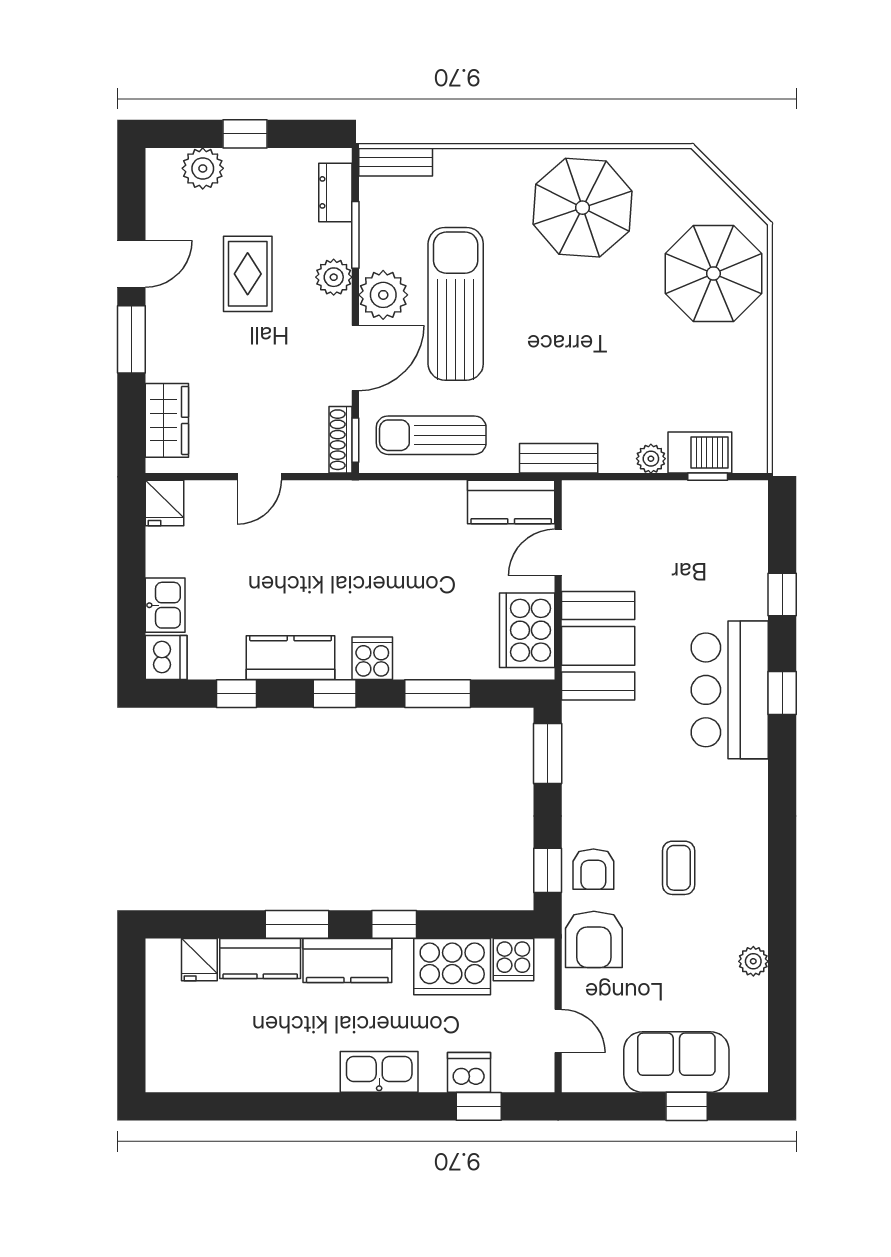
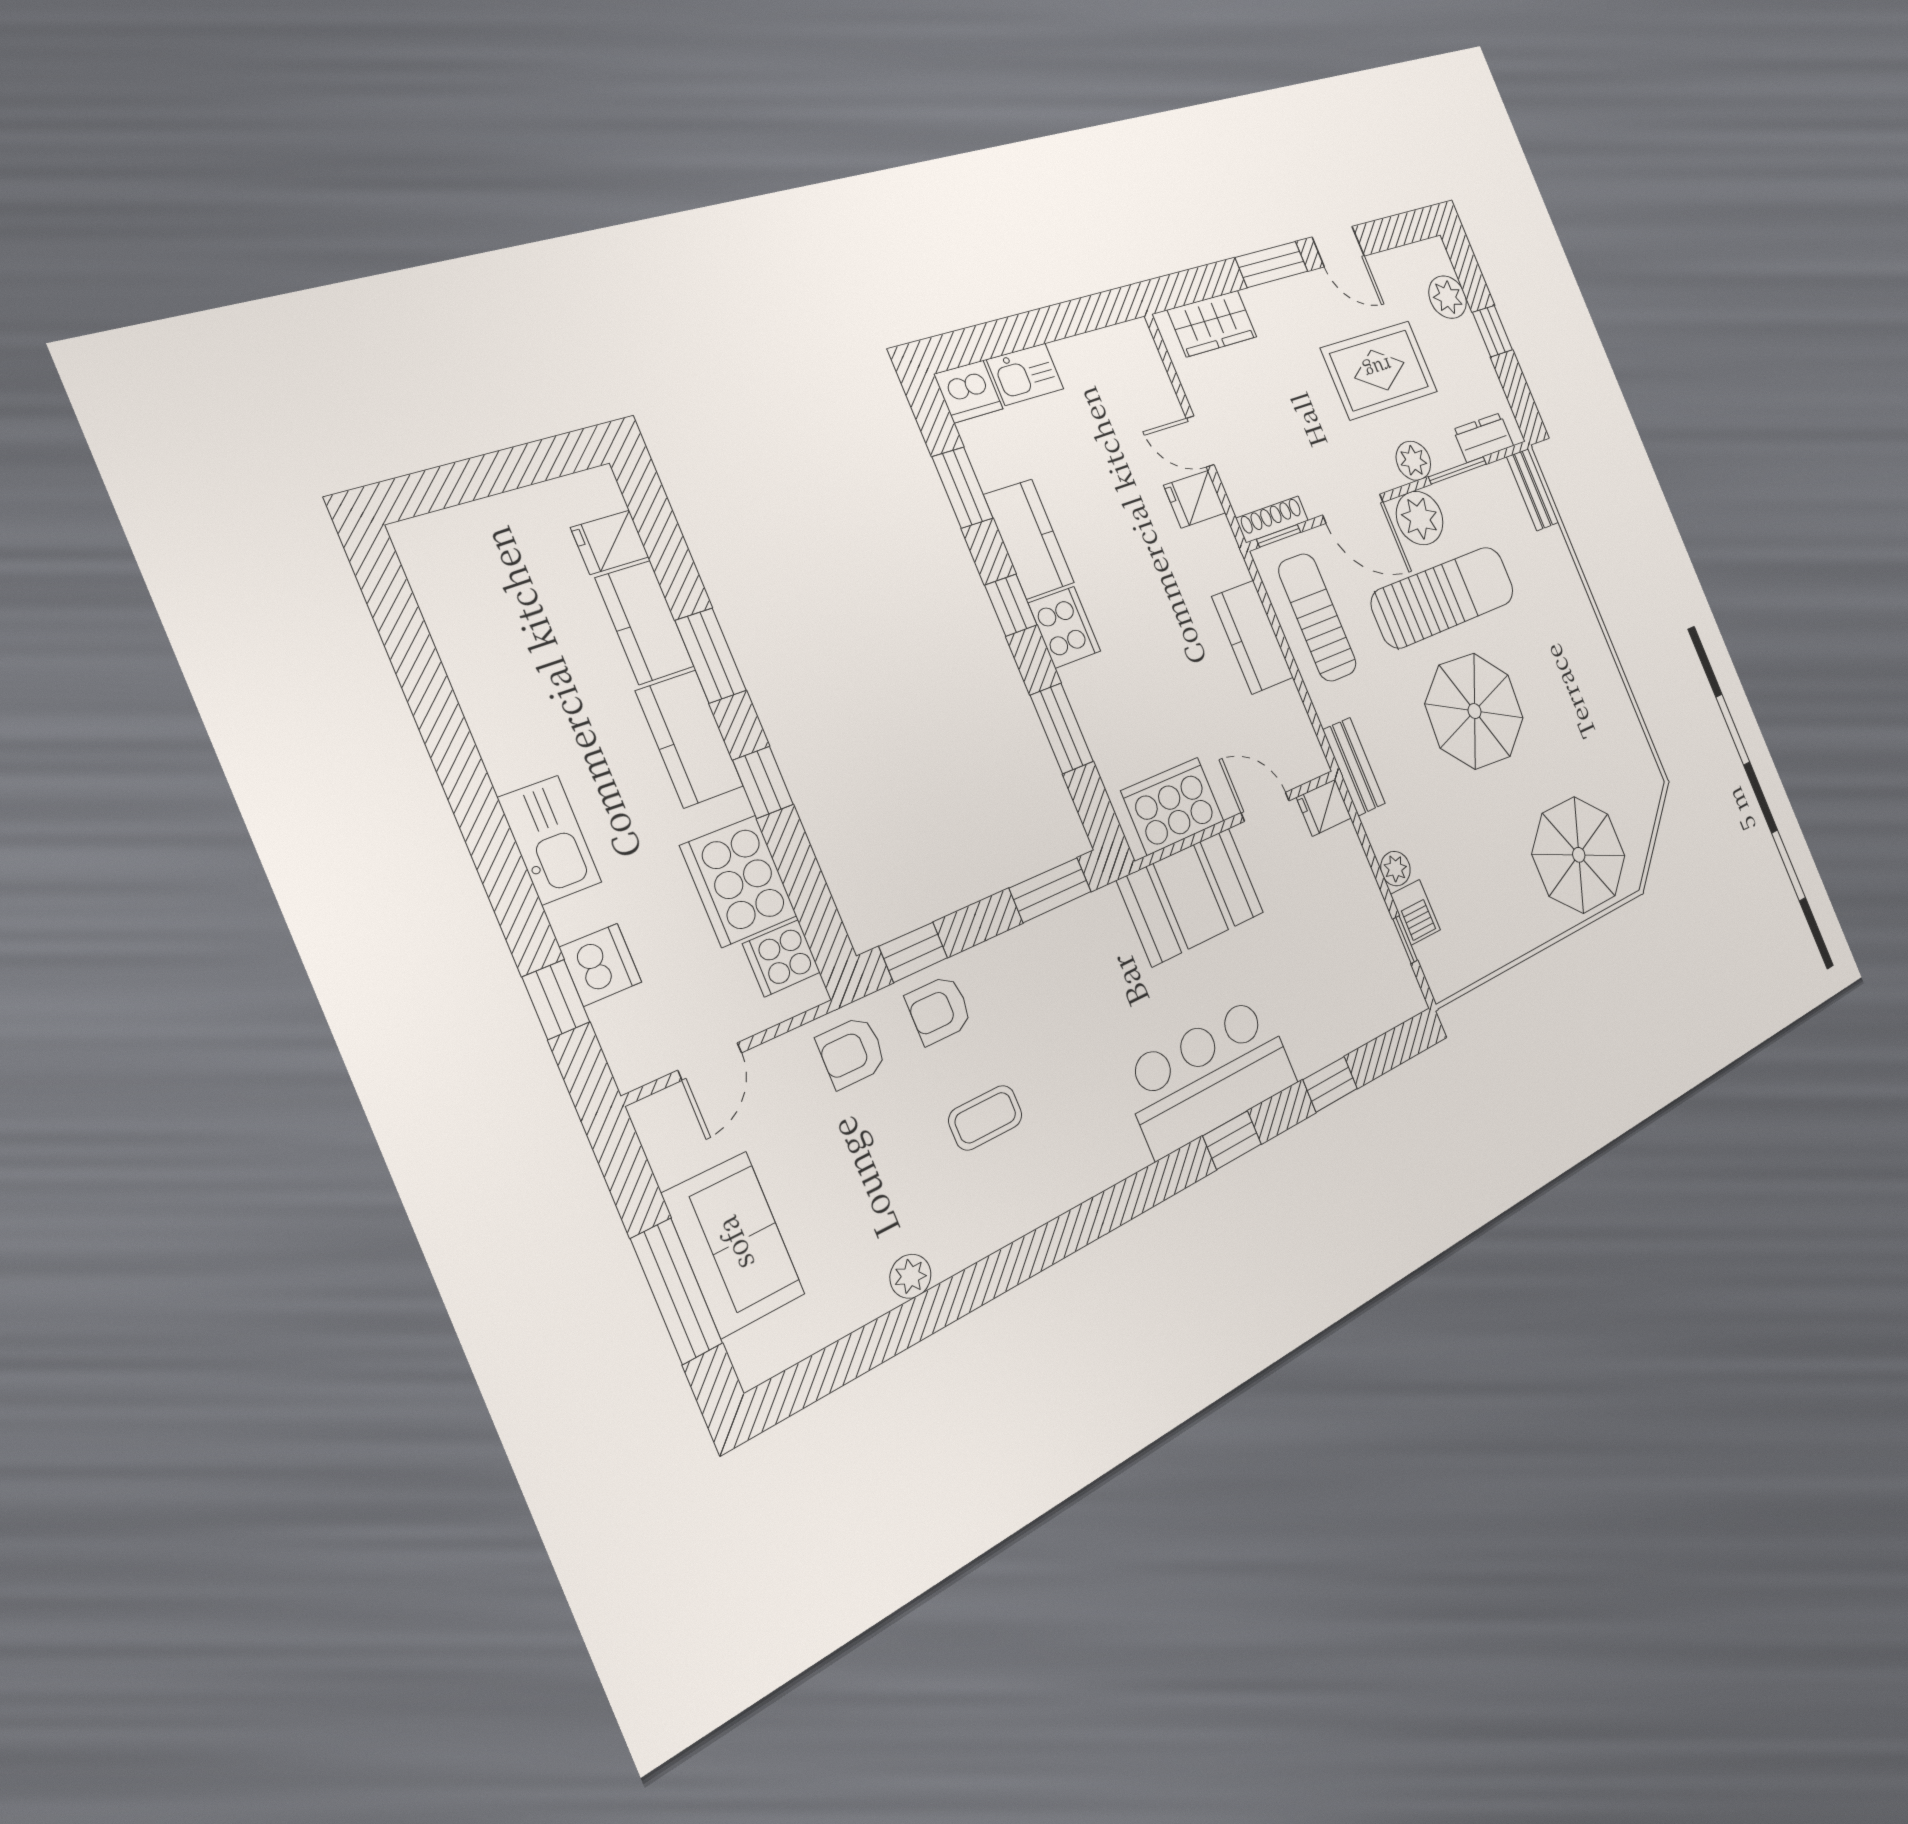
parasol: (582, 208) -> (1475, 711), moved
rug: (248, 274) -> (1379, 370), width x1.36, depth x1.43
barbecue: (700, 452) -> (1415, 912), width x0.73, depth x0.79
fridge: (579, 501) -> (1324, 808), added
kitchen counter: (511, 502) -> (1253, 637), moved
fridge: (165, 503) -> (1195, 499), moved
cooker: (372, 658) -> (1064, 627), width x1.36
window: (237, 694) -> (962, 488), width x1.50
armchair: (594, 939) -> (852, 1052), width x0.72, depth x0.72
window: (687, 1106) -> (677, 1291), width x2.17

